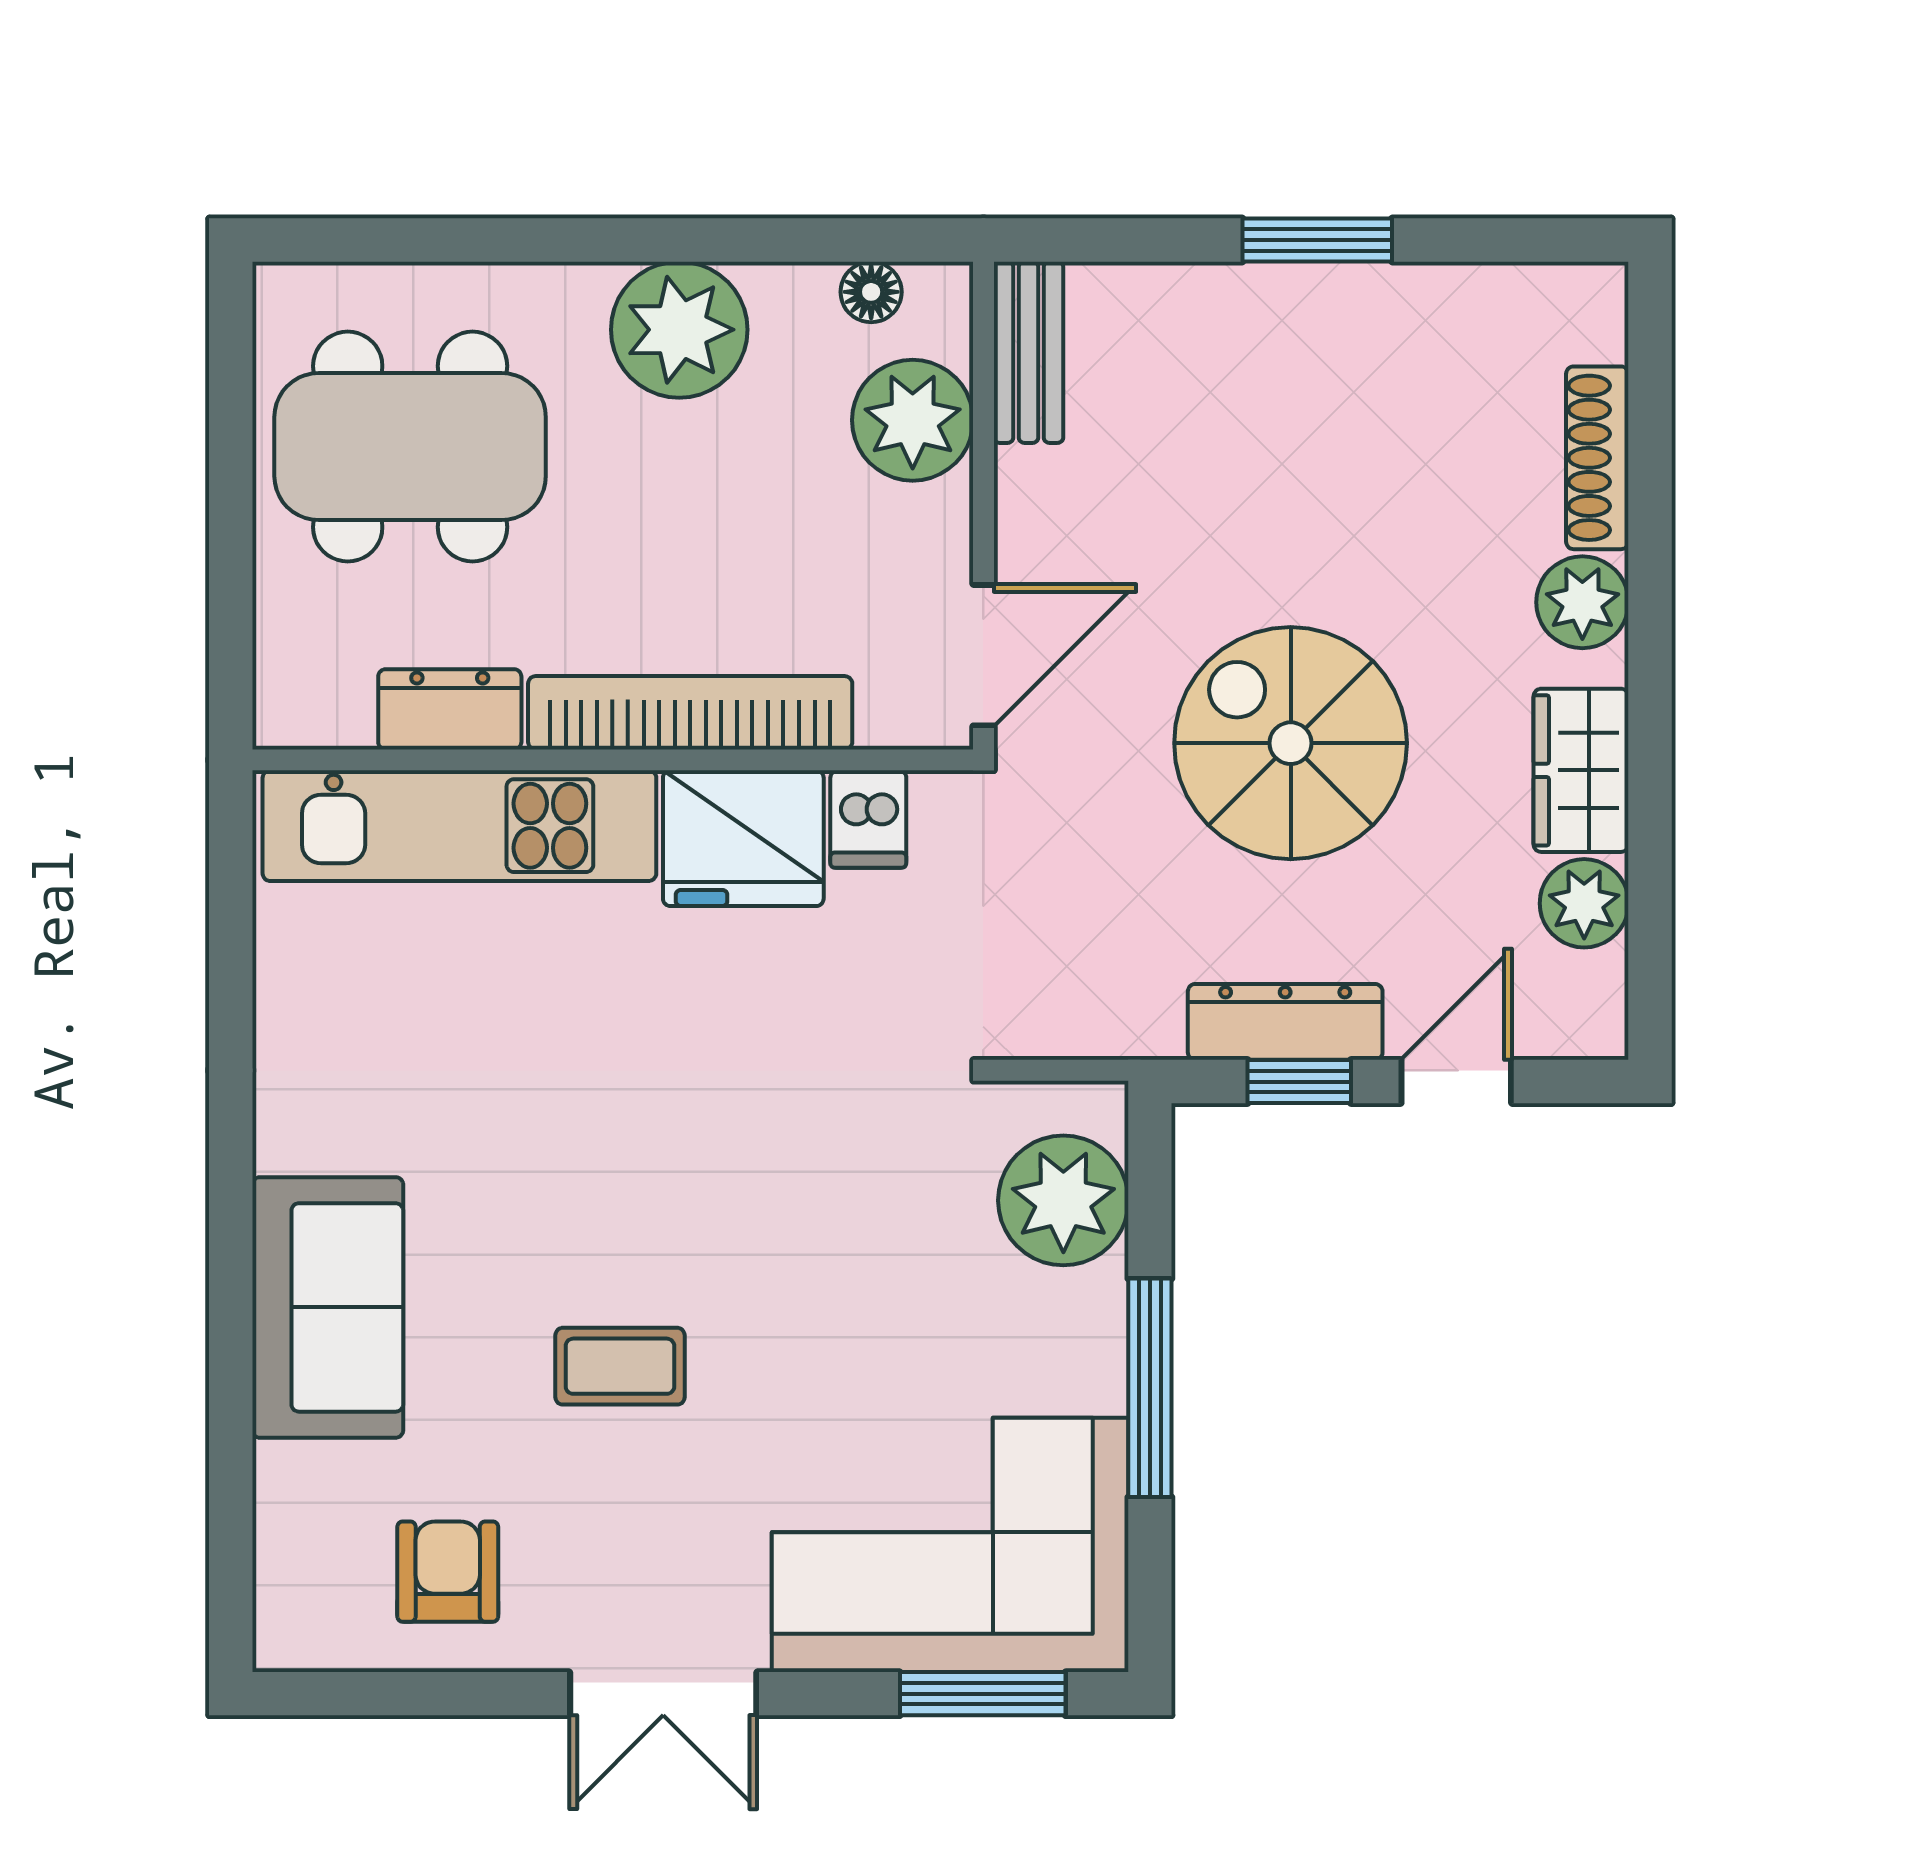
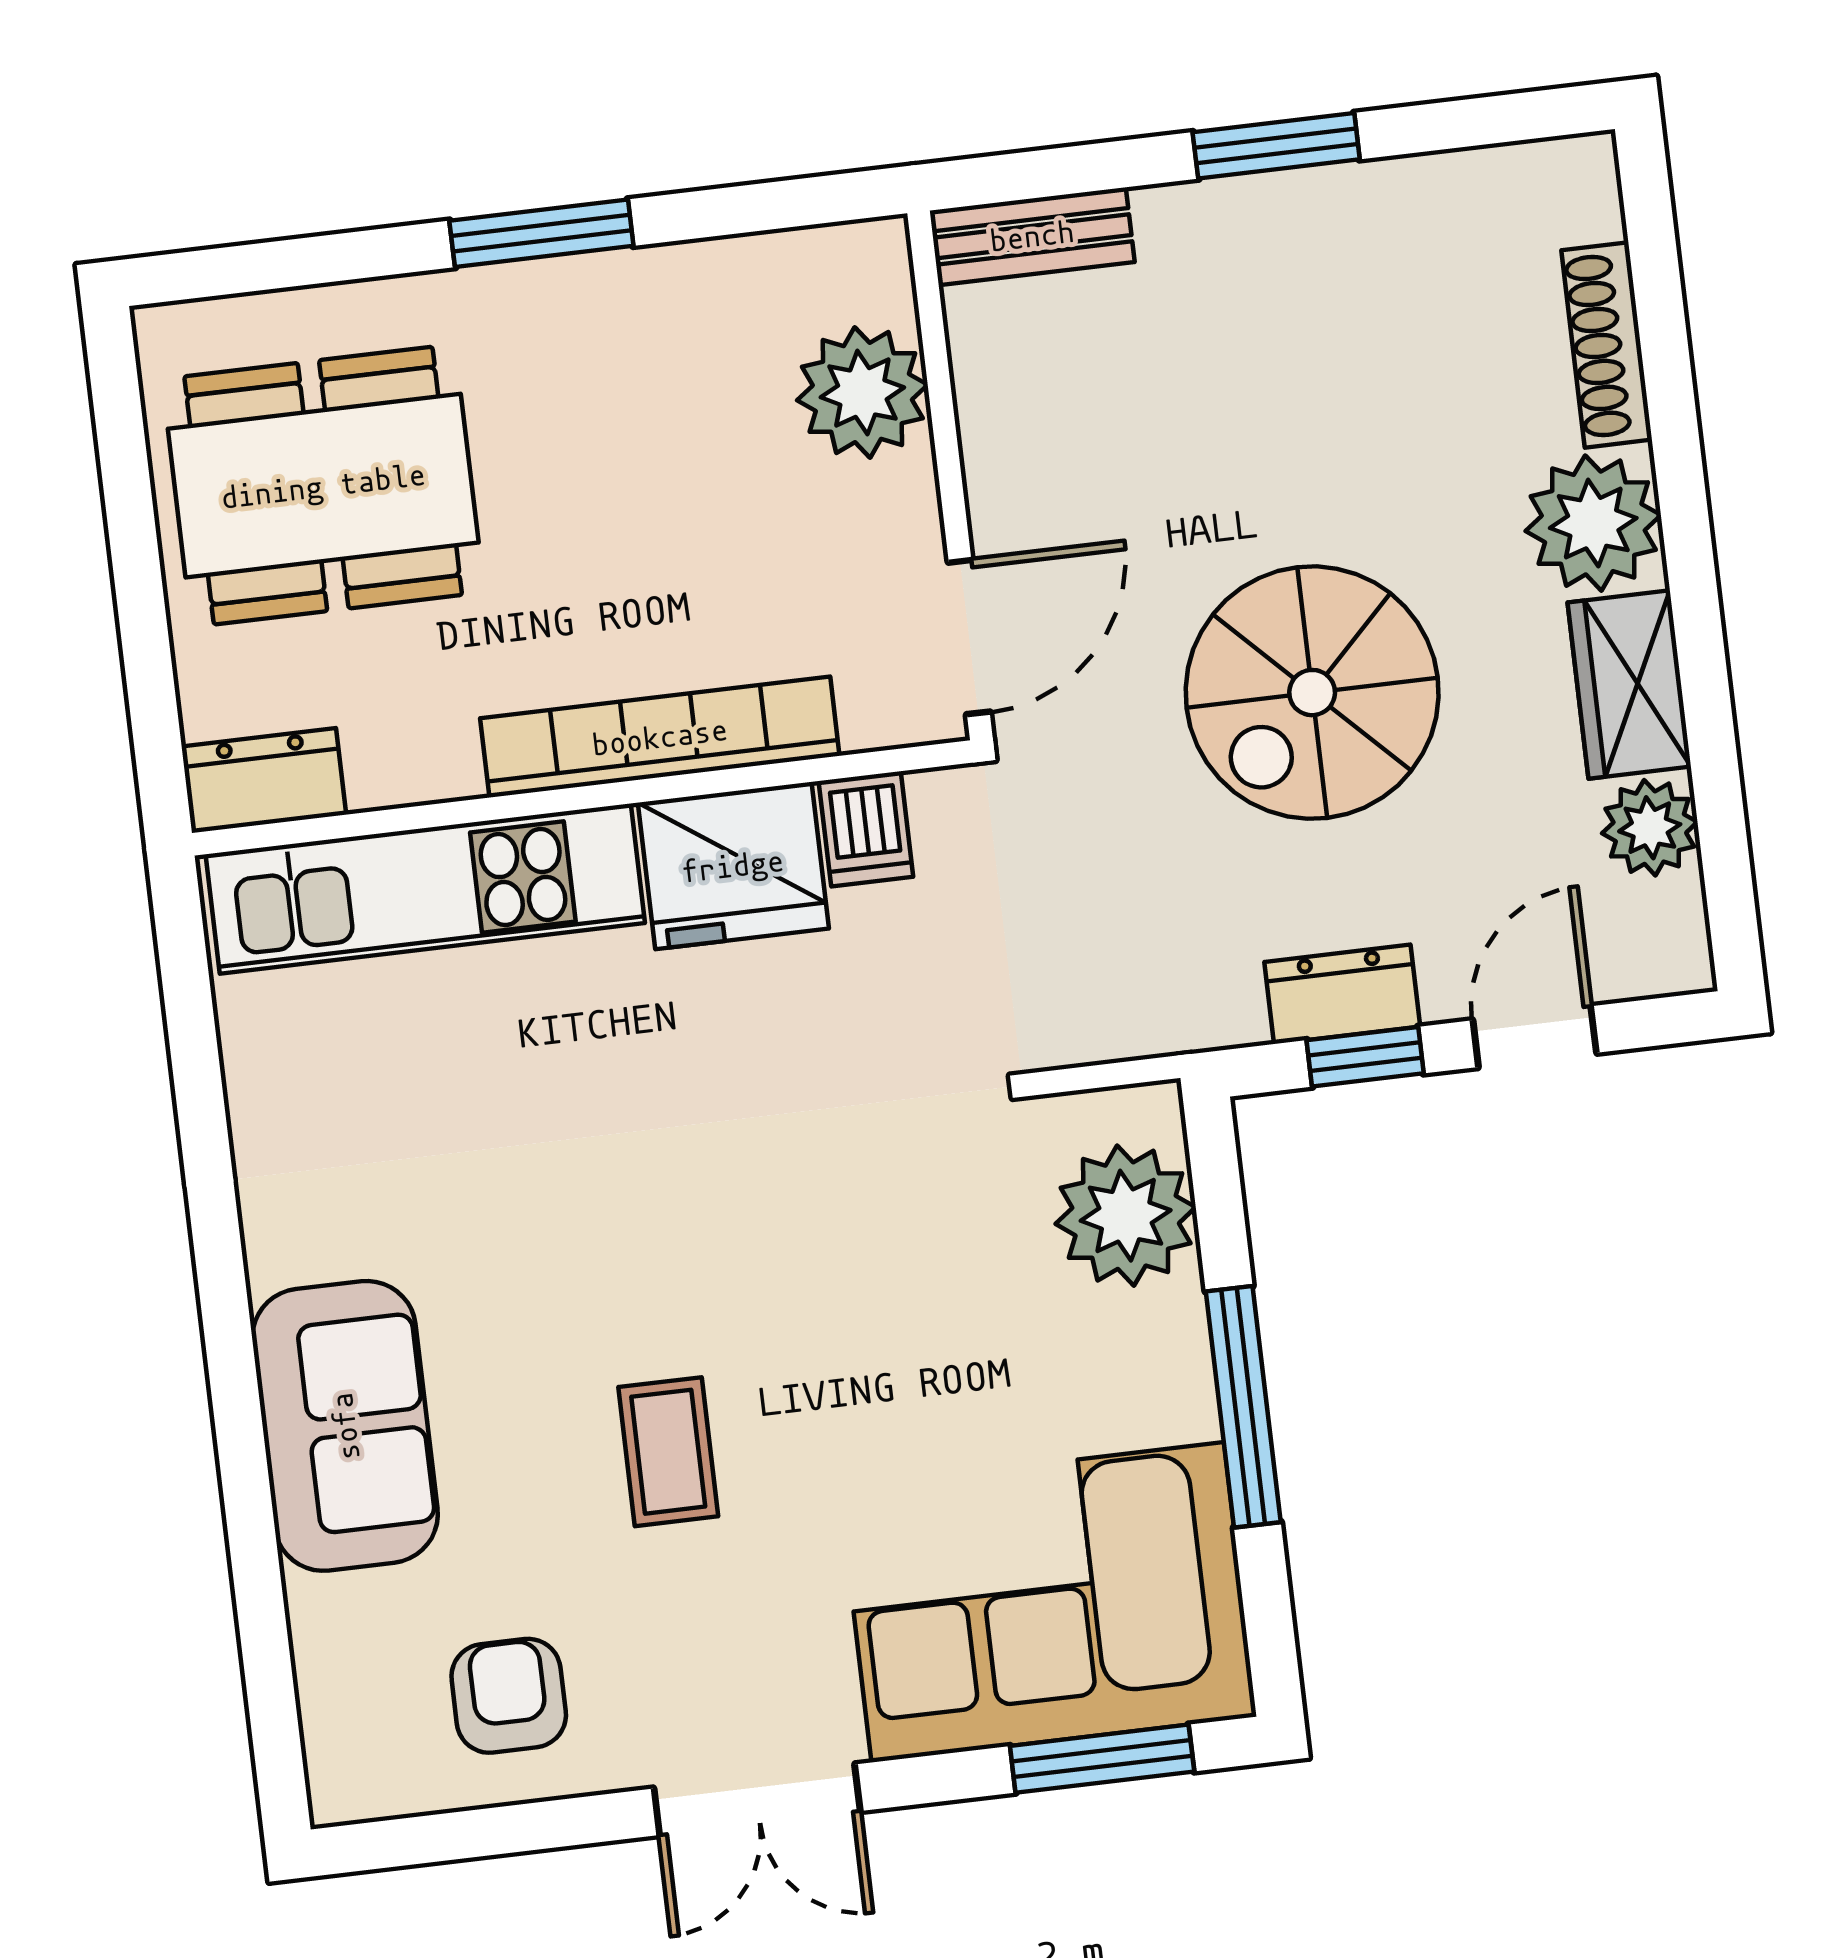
window: (637, 240) -> (541, 233), added
floor lamp: (871, 292) -> (801, 259), removed
plant: (679, 330) -> (599, 325), removed
bench: (1028, 352) -> (1032, 236), moved, turned 90
plant: (1582, 602) -> (1593, 523), width x1.36, depth x1.36
dresser: (450, 709) -> (264, 780), moved
spiral stairs: (1291, 743) -> (1312, 693), turned -90
dresser: (1285, 1022) -> (1342, 994), width x0.70
coffee table: (620, 1366) -> (668, 1452), turned 90

